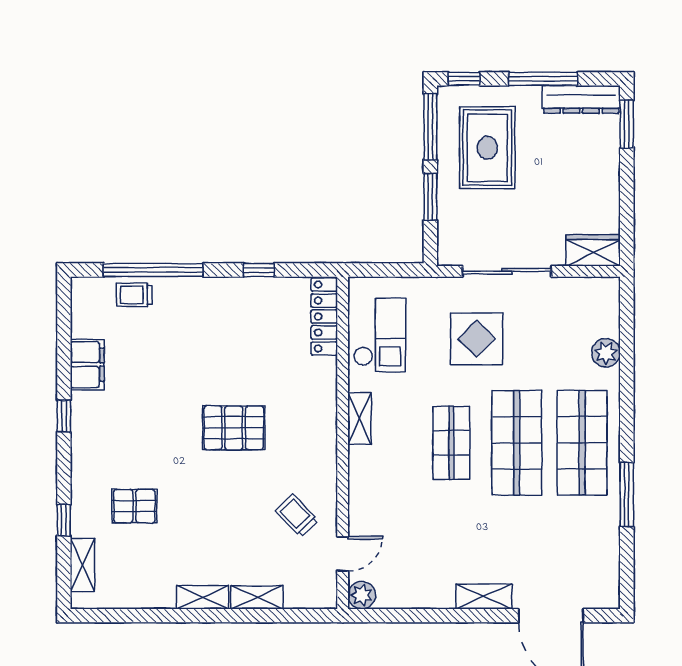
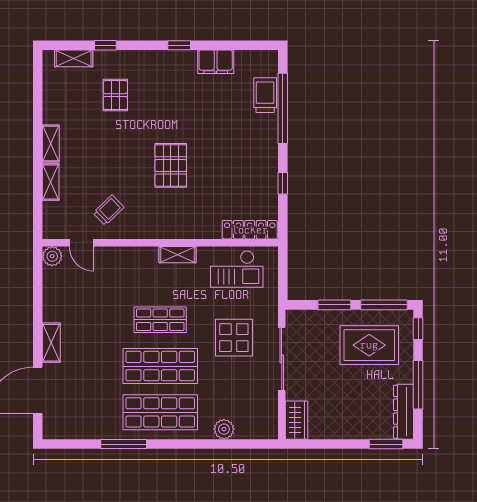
trolley: (134, 295) -> (265, 95), width x1.36, depth x1.39

